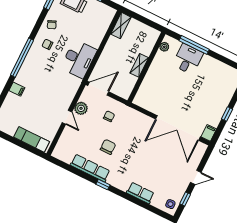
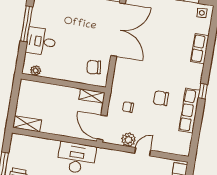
window: (194, 45) -> (27, 24), moved
shelving: (139, 65) -> (92, 96), moved
chair: (152, 98) -> (94, 67), added

